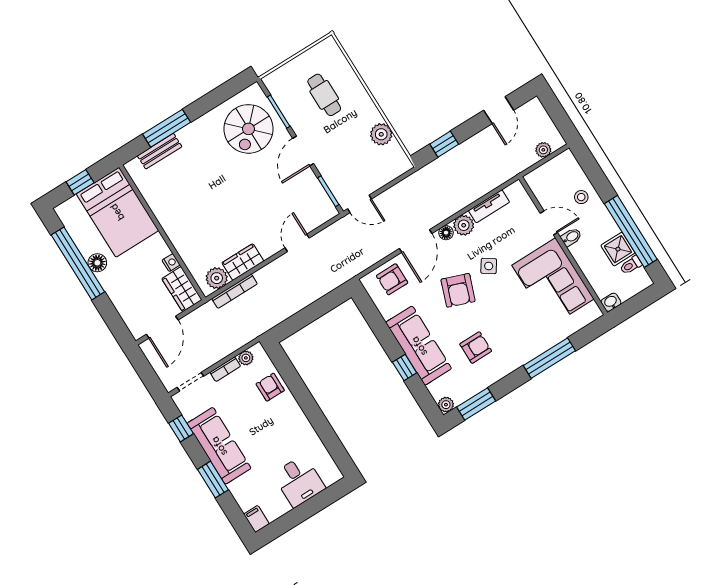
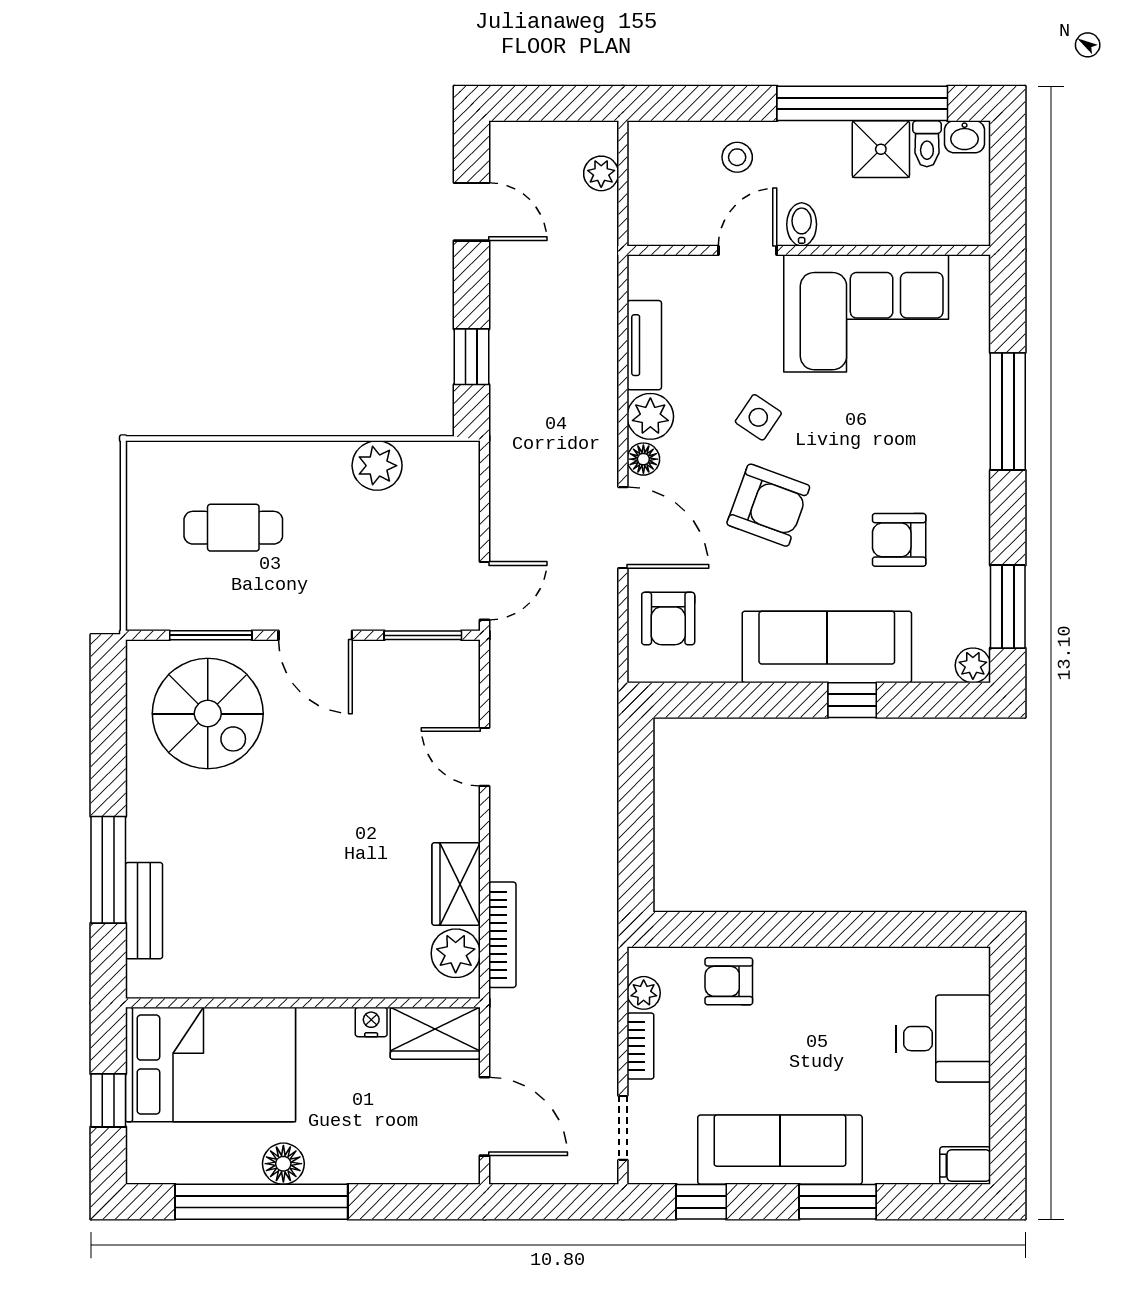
washbasin: (611, 302) -> (965, 137), moved, turned -90
armchair: (476, 348) -> (899, 540), turned -90

